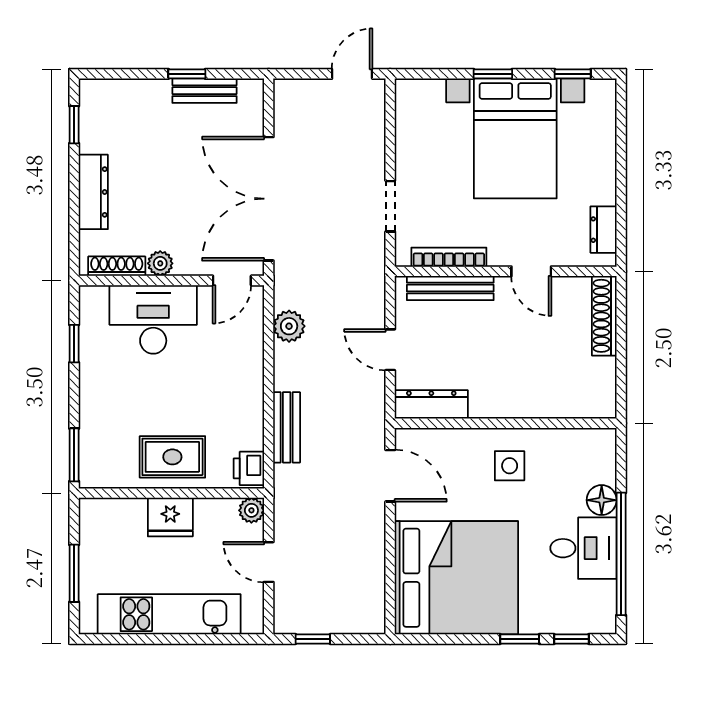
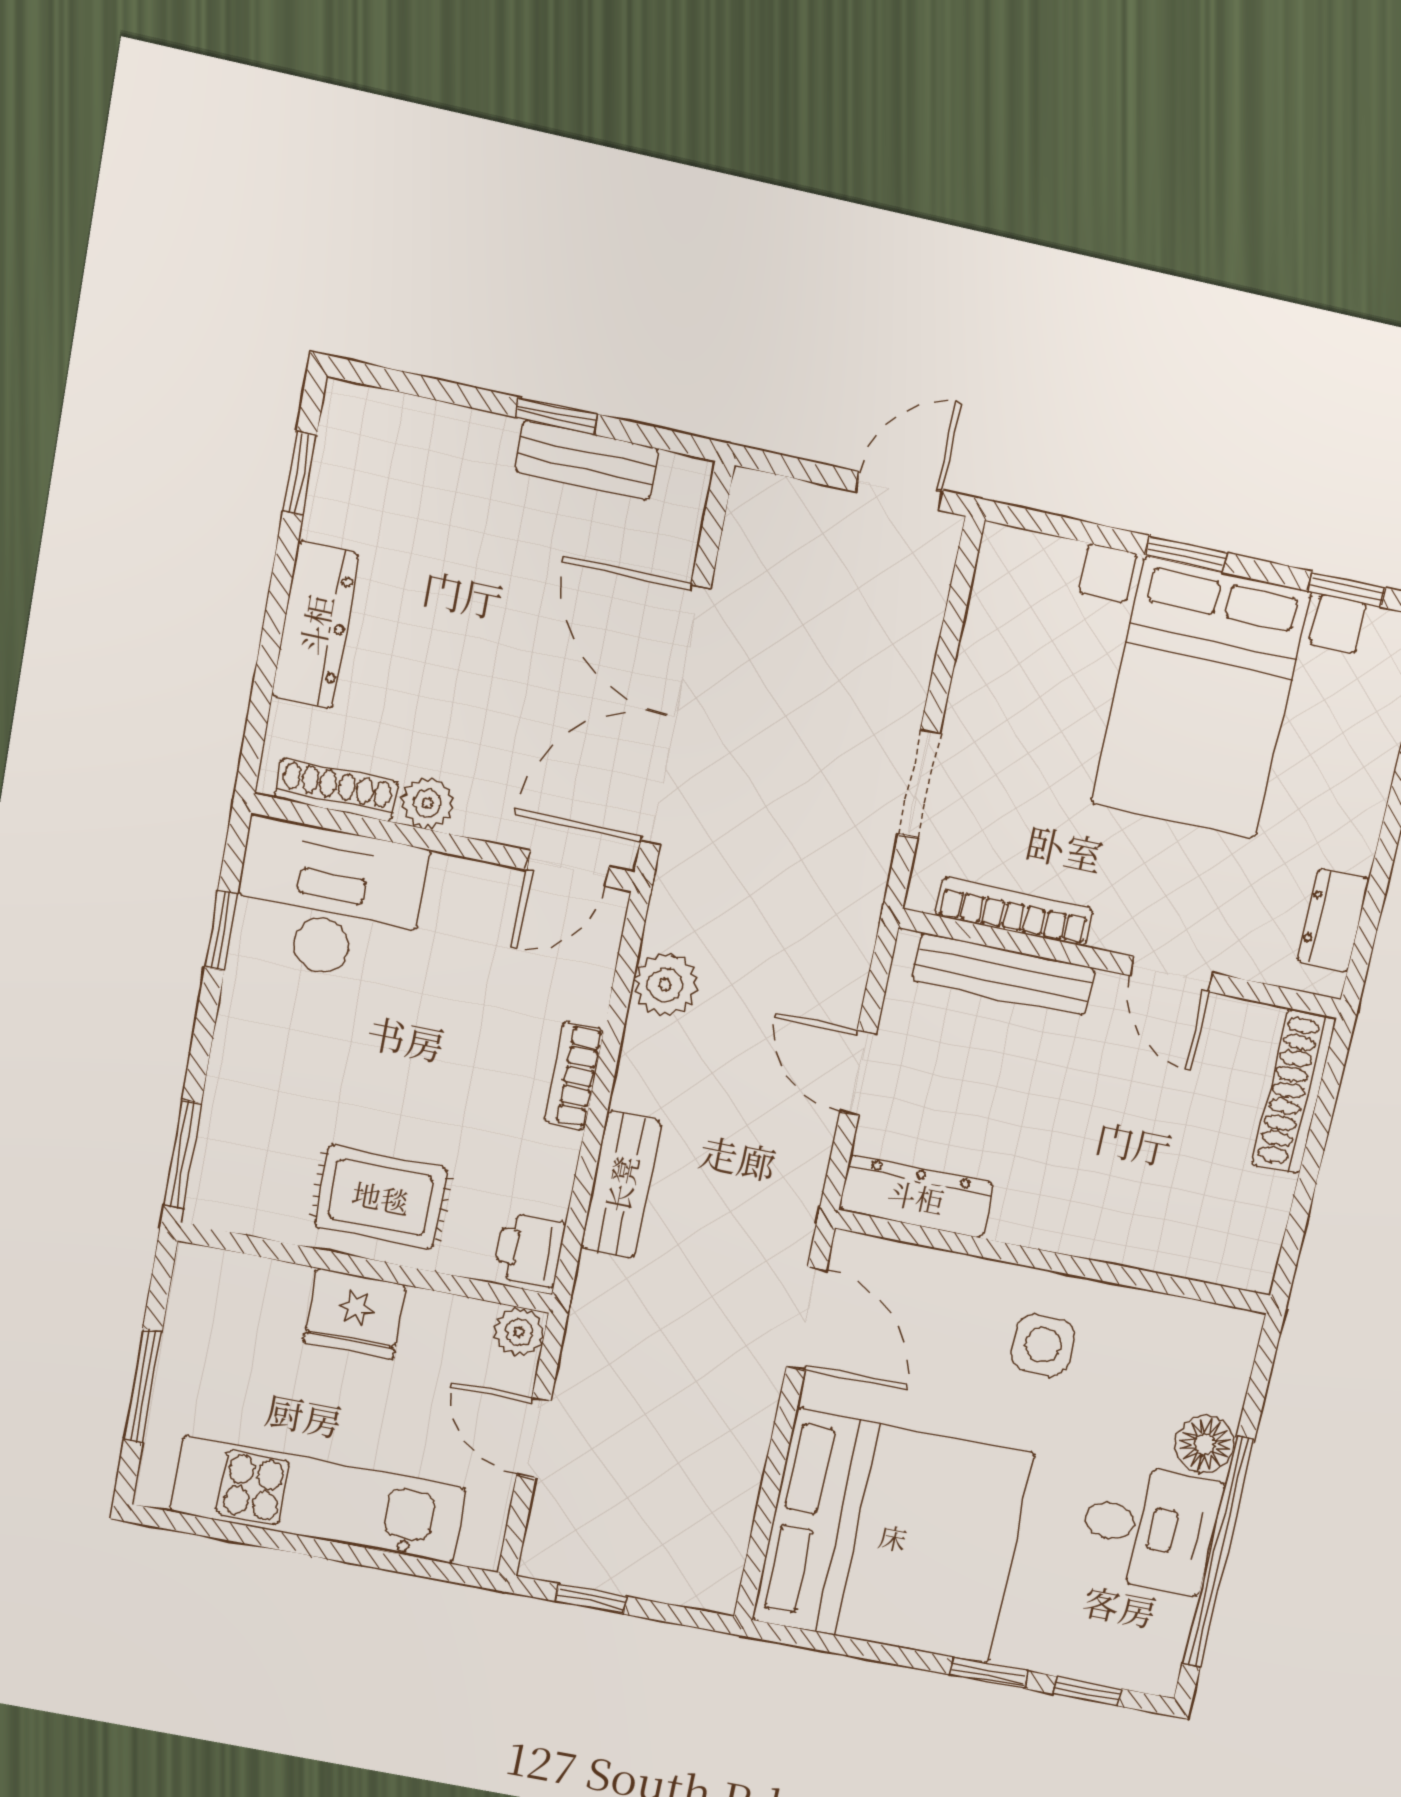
desk: (153, 319) -> (329, 902), moved
bookcase: (254, 379) -> (574, 1076), added

